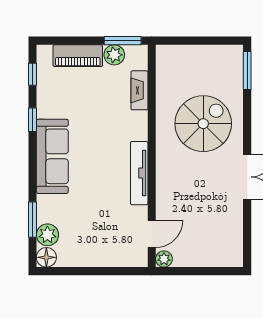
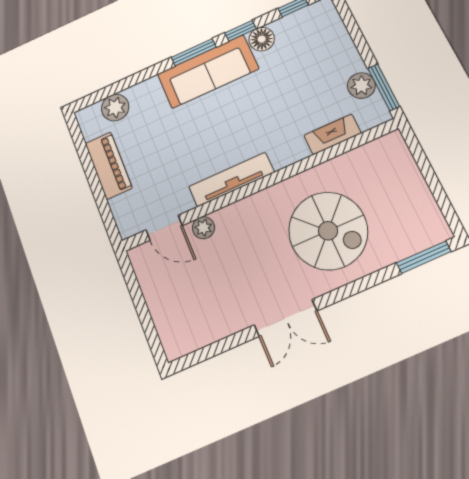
piano: (78, 56) -> (109, 166), moved, turned 180
window: (33, 220) -> (194, 52), moved
floor lamp: (46, 257) -> (262, 39), moved
plant: (164, 259) -> (203, 228), moved

